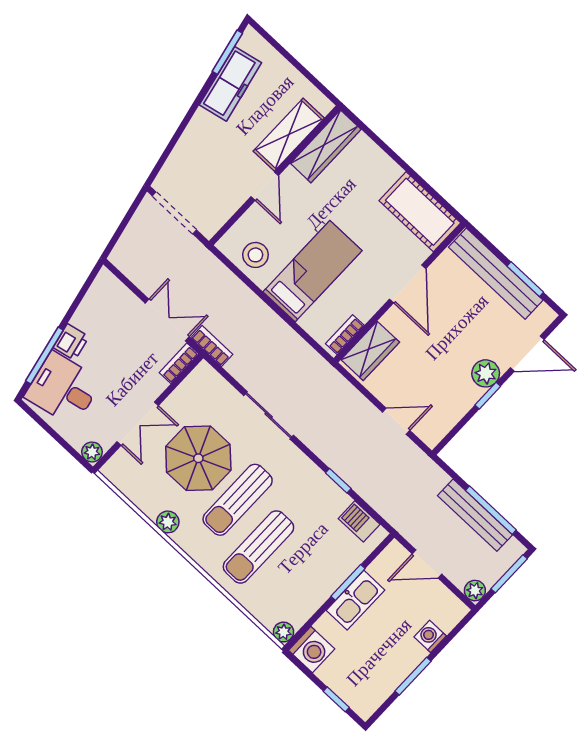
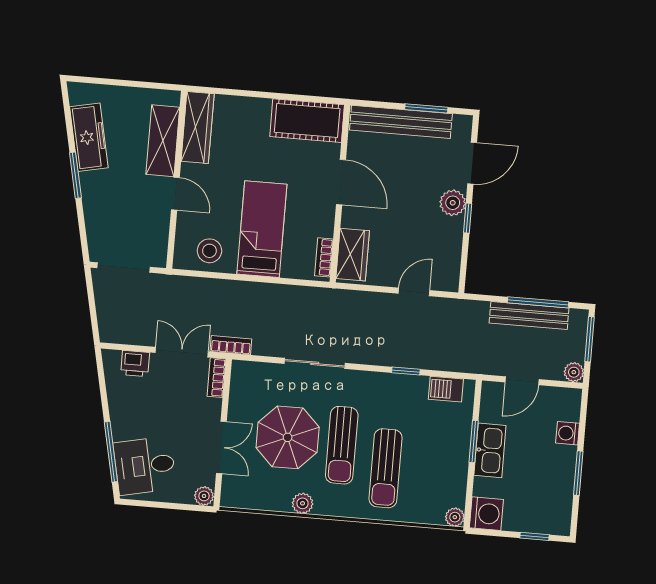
window: (227, 52) -> (75, 175), moved
printer: (71, 342) -> (135, 364), moved, turned 102

